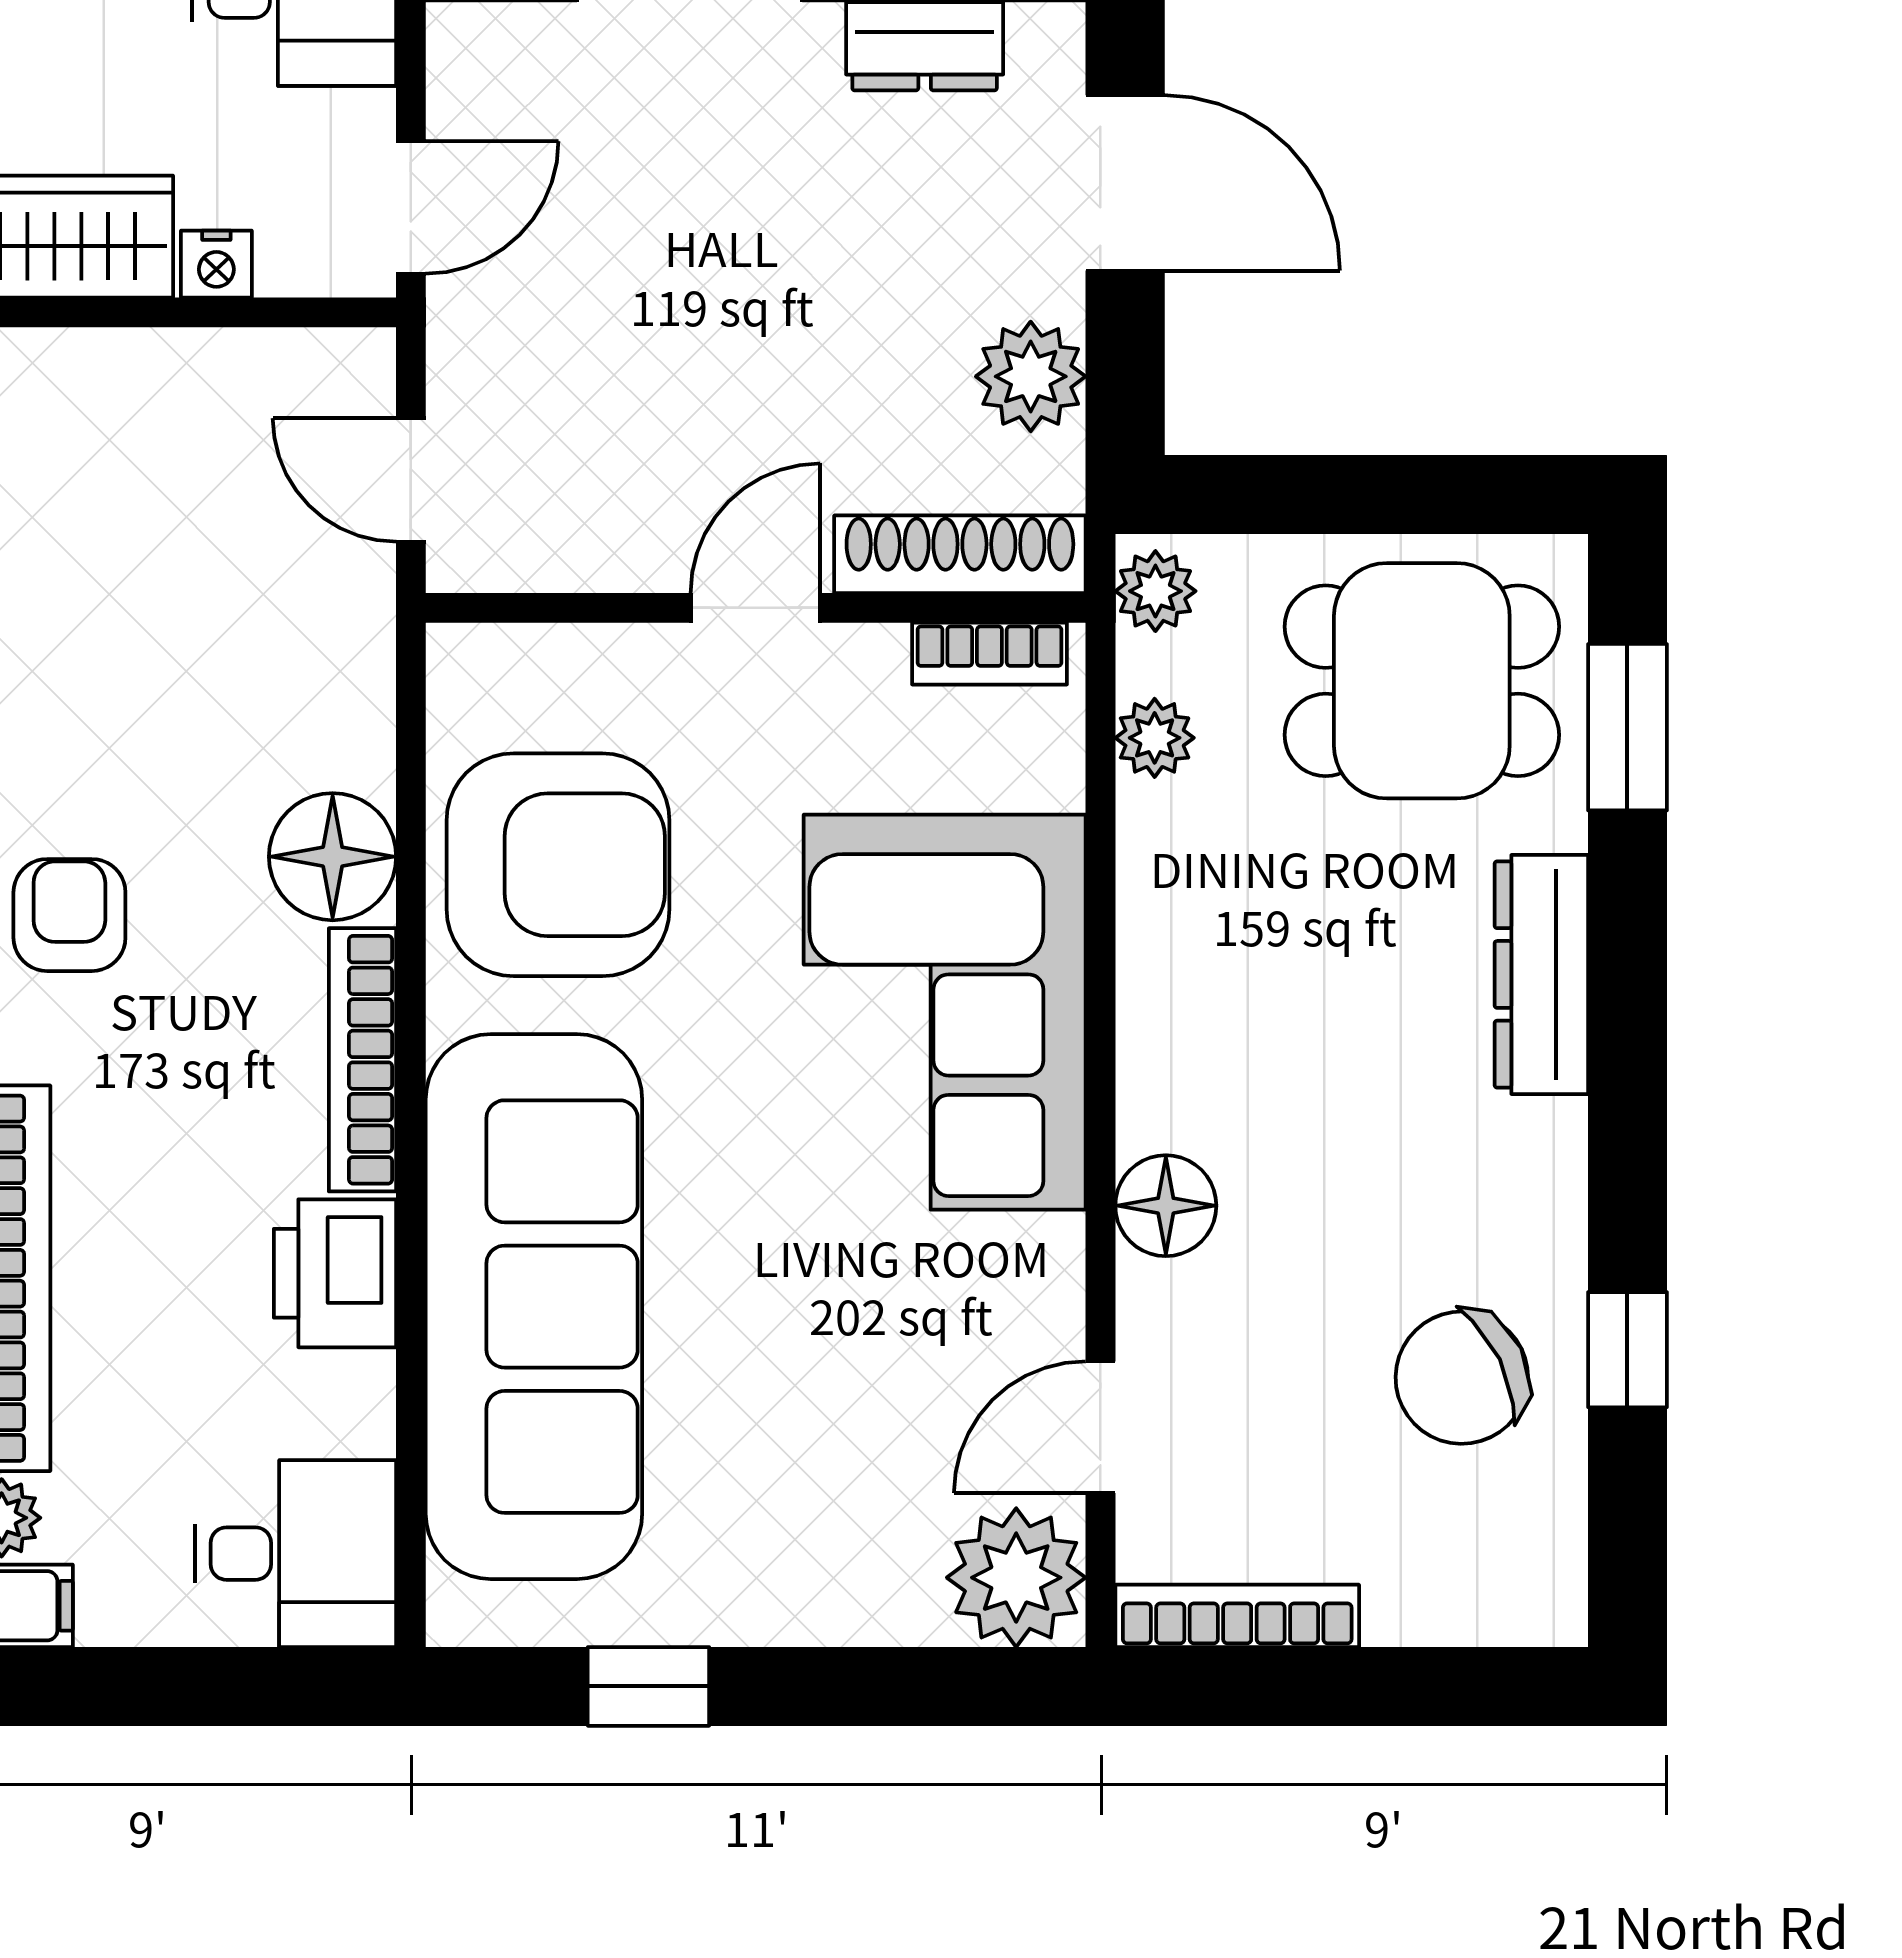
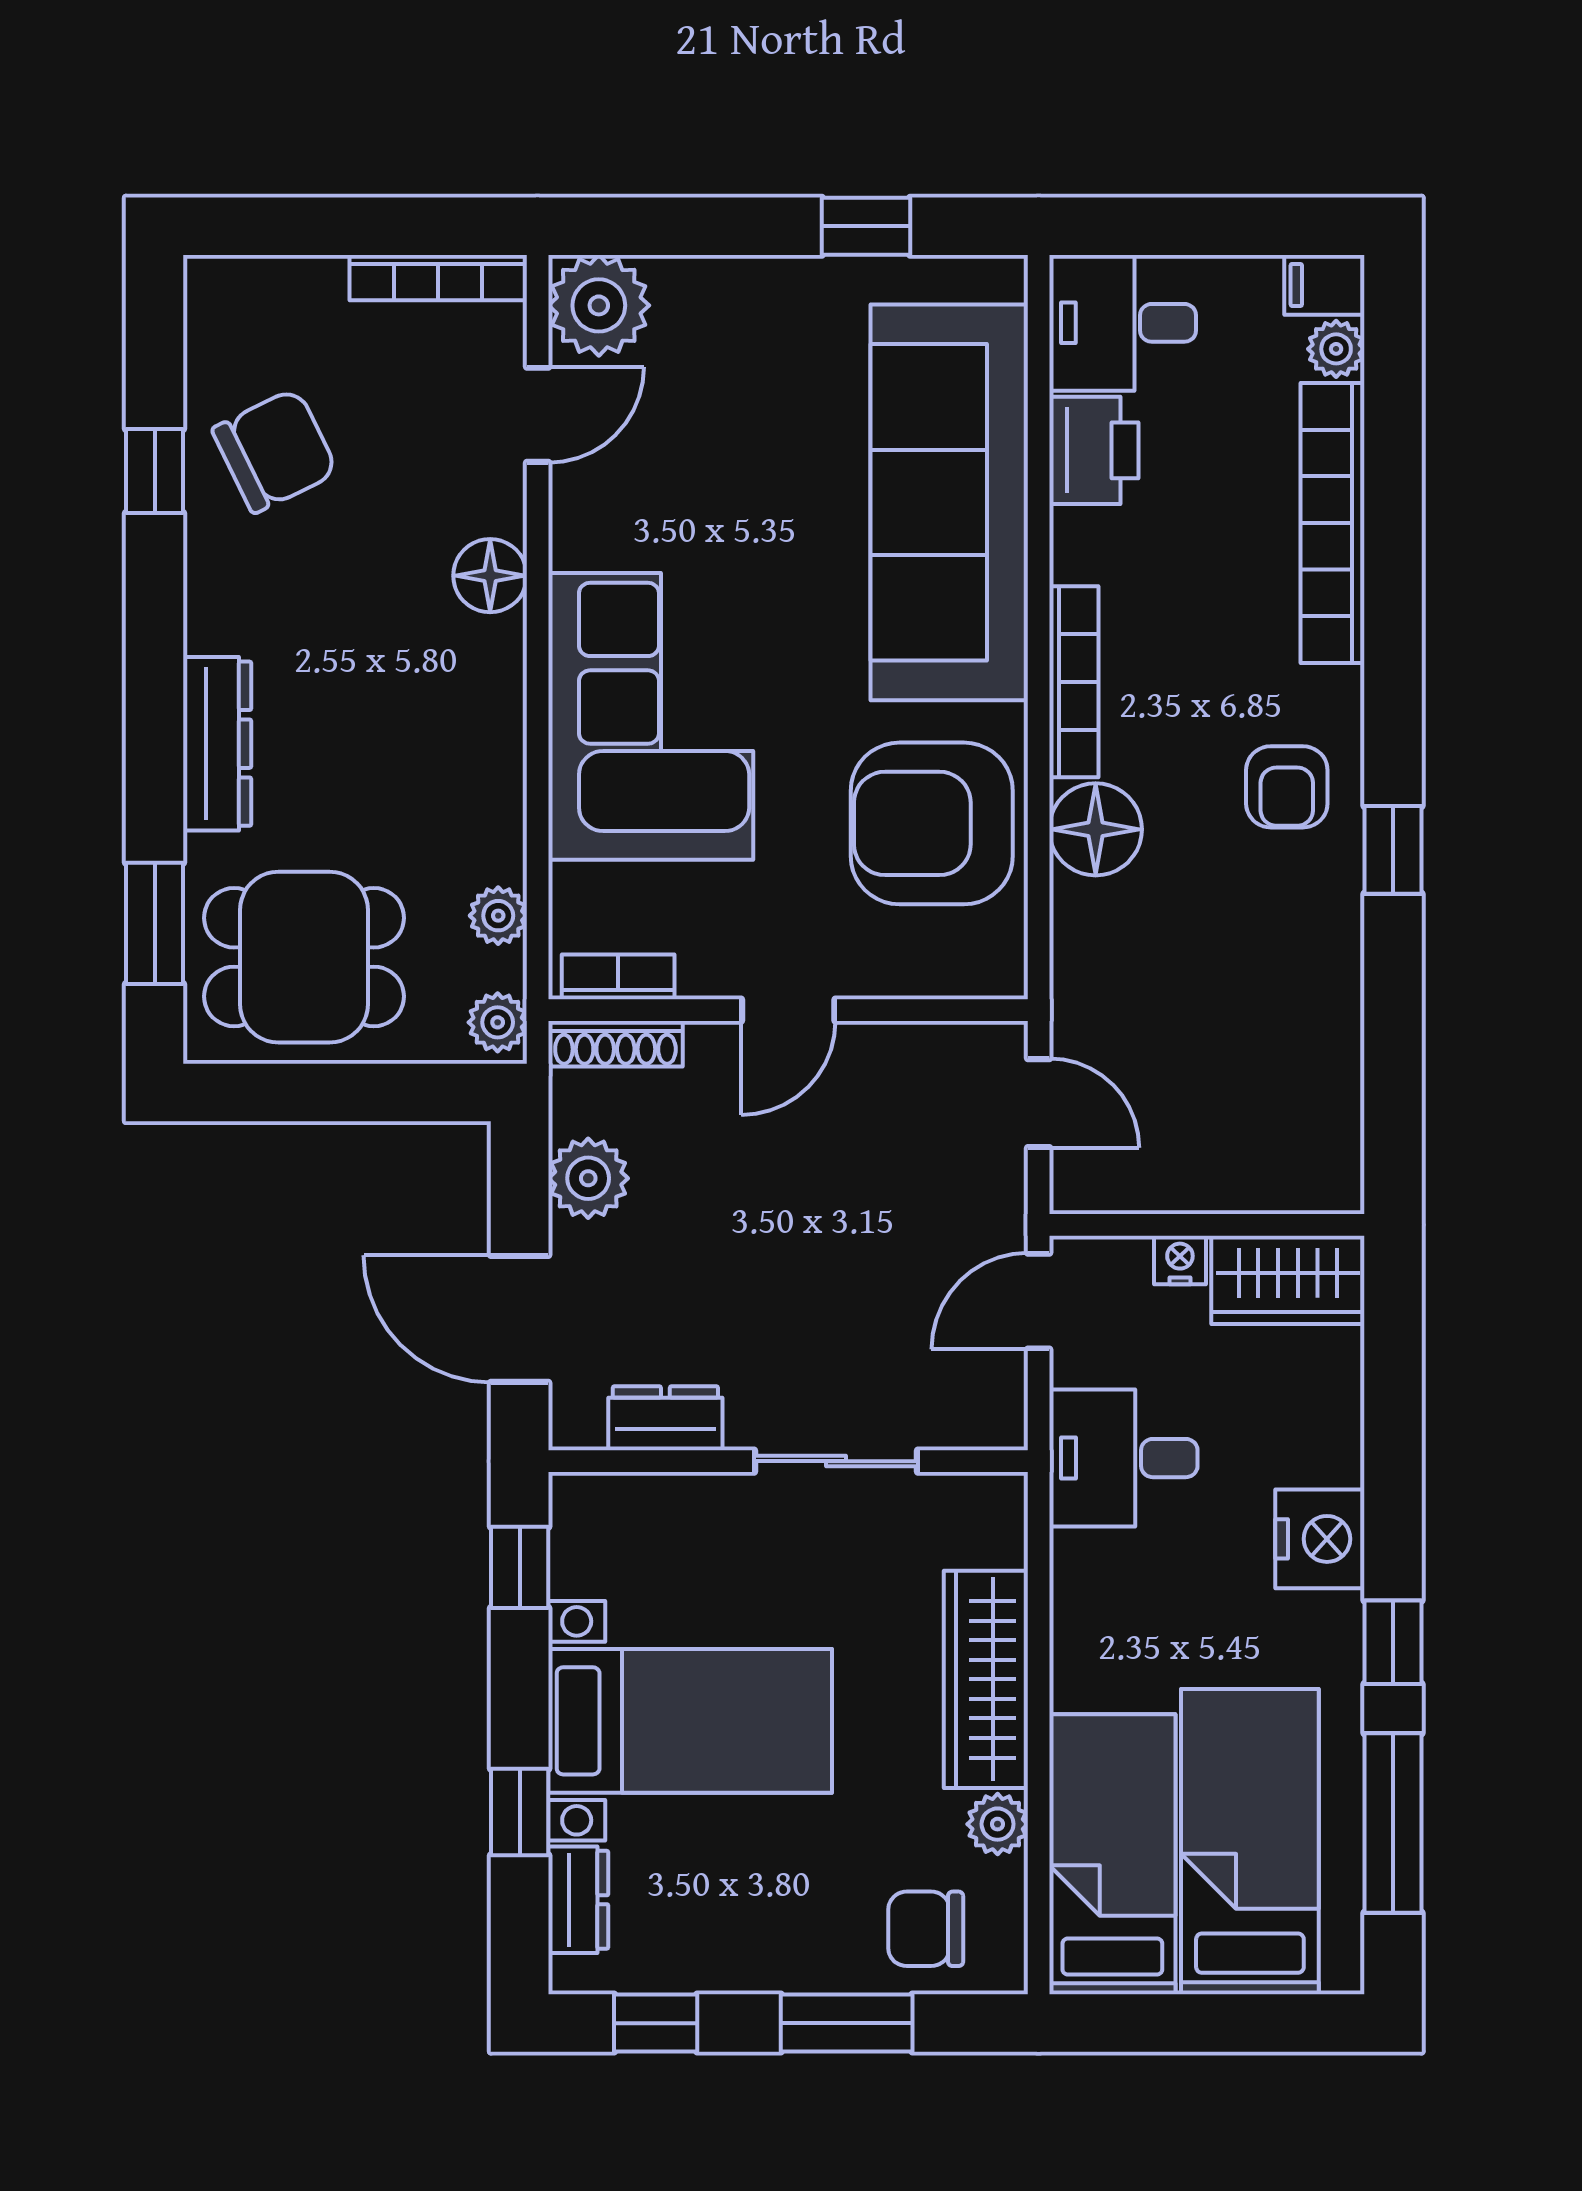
shoe rack: (960, 554) -> (615, 1044), width x0.74, depth x0.81
printer: (335, 1273) -> (1094, 450), moved

